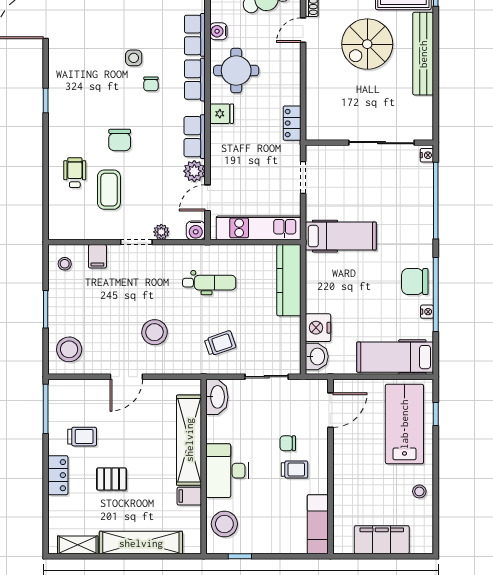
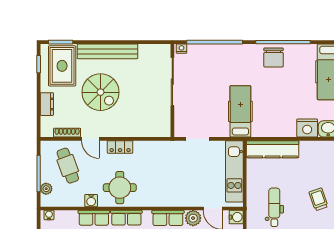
fridge: (222, 114) -> (151, 198), removed
locker: (292, 123) -> (120, 147), moved
nightstand: (427, 312) -> (295, 49), removed

